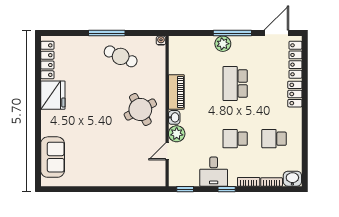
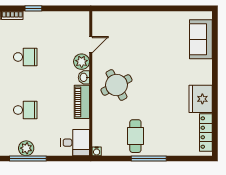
plant: (223, 44) -> (26, 148), moved
cafe table: (121, 56) -> (135, 136), turned 66
school desk: (235, 84) -> (25, 110), width x0.54
desk: (214, 172) -> (75, 143), moved, turned 90
window: (185, 189) -> (73, 8), removed

